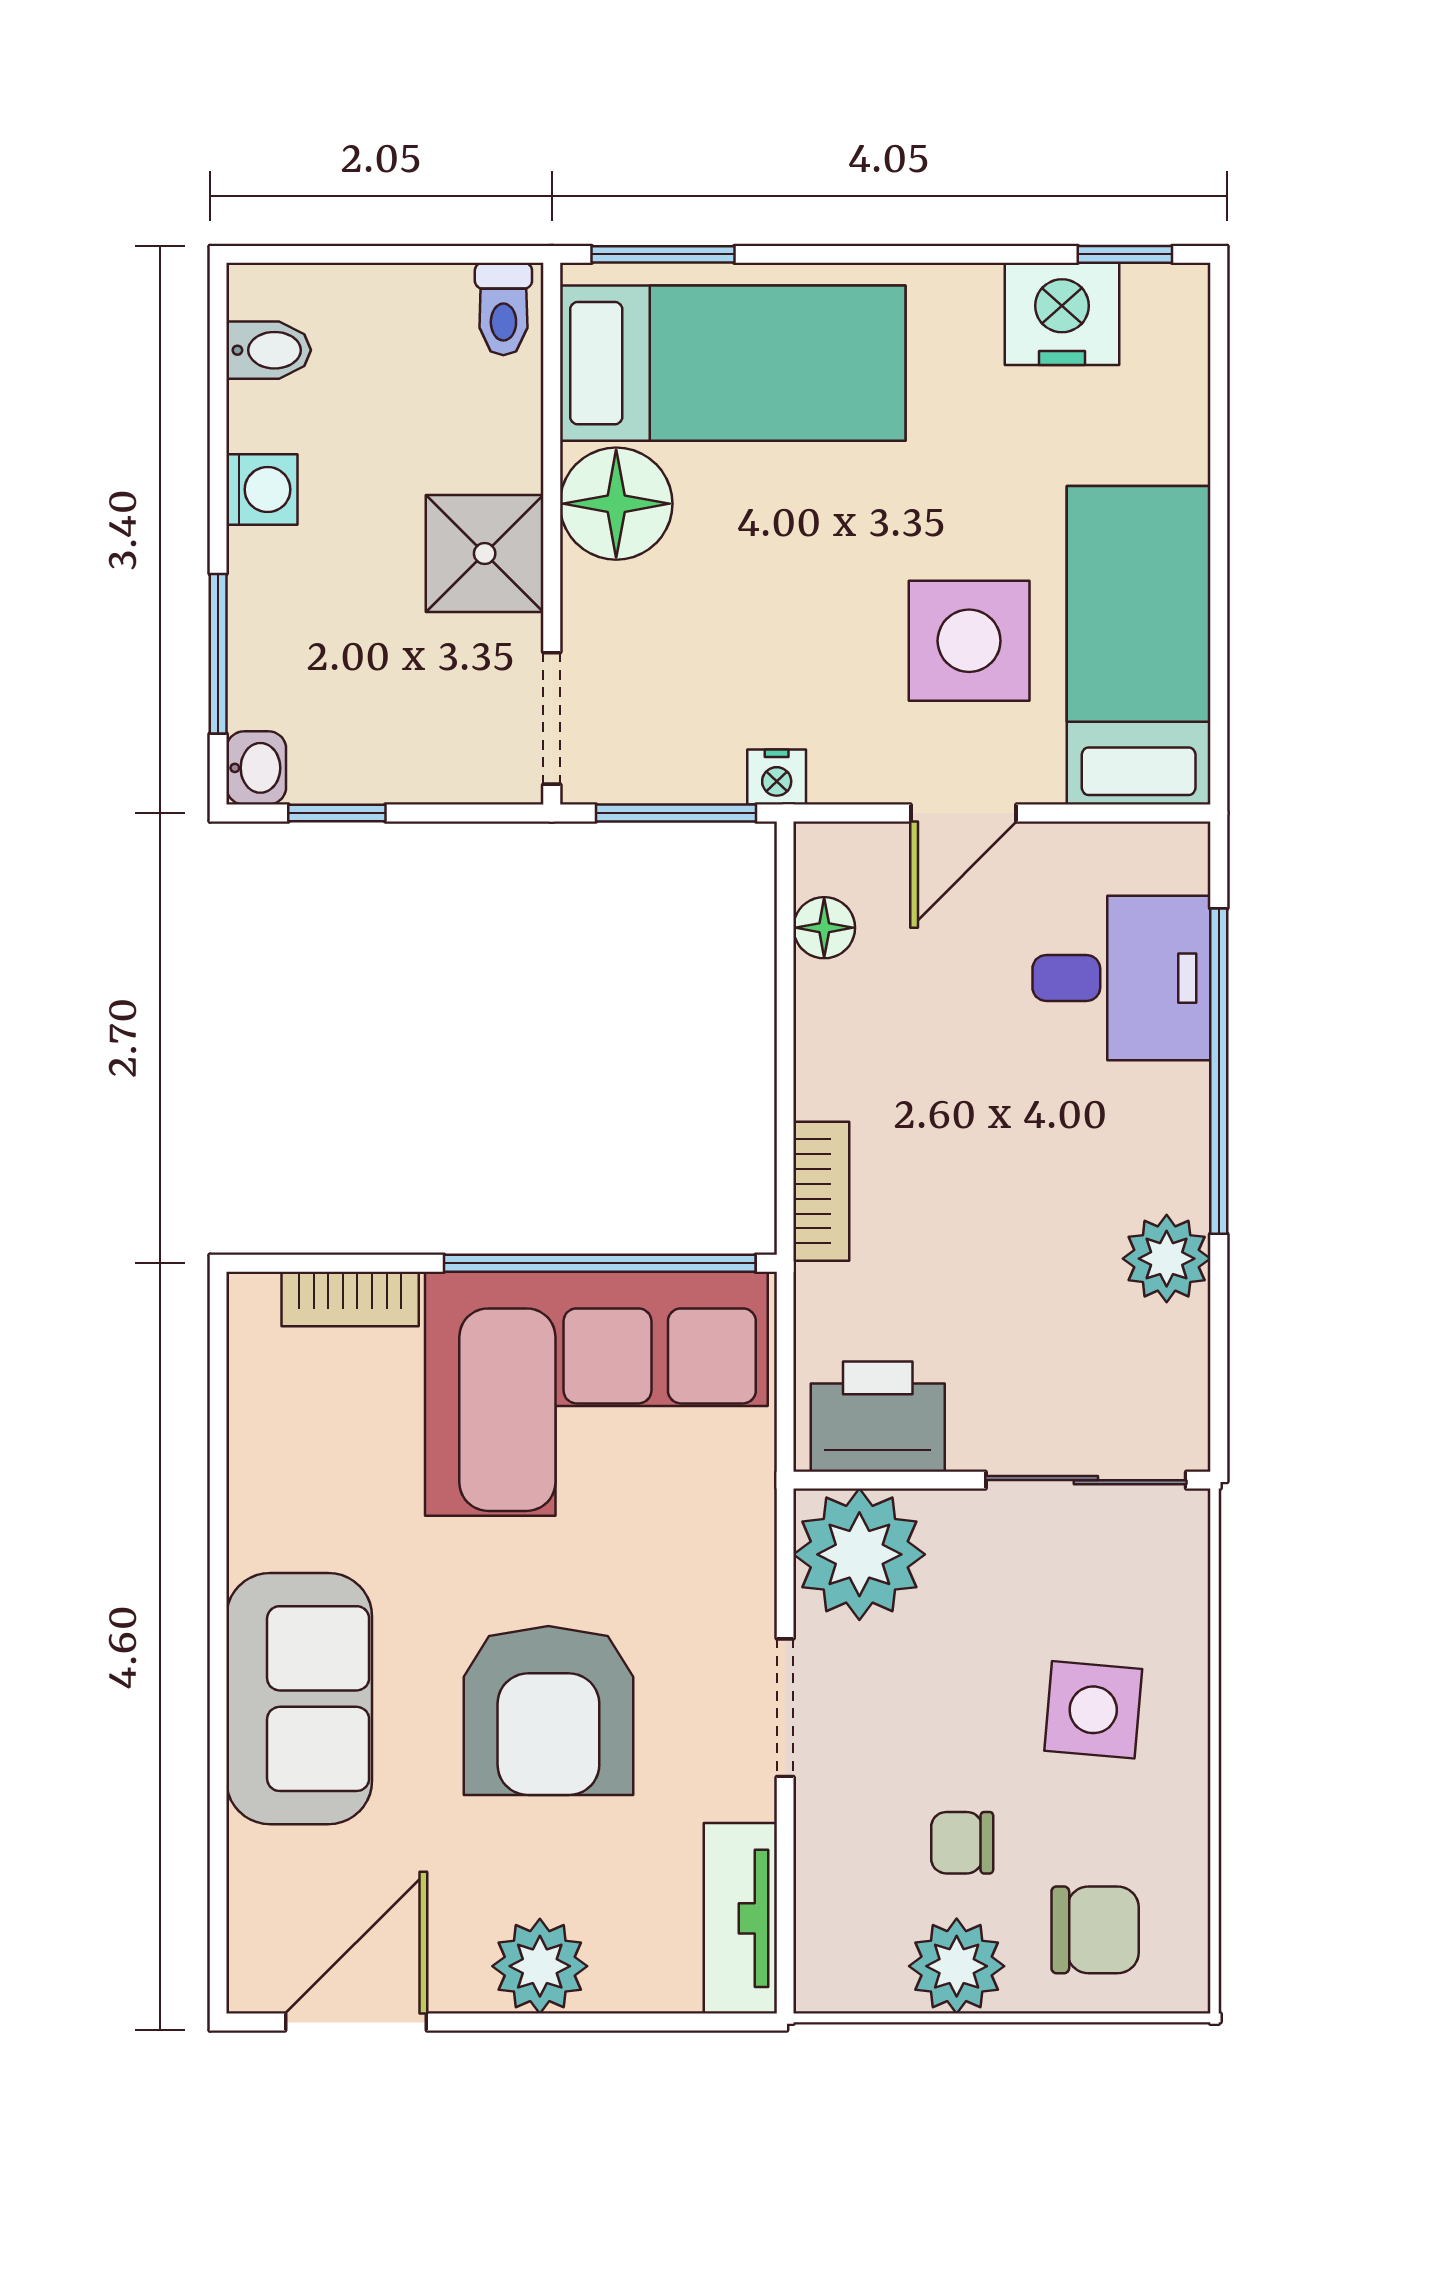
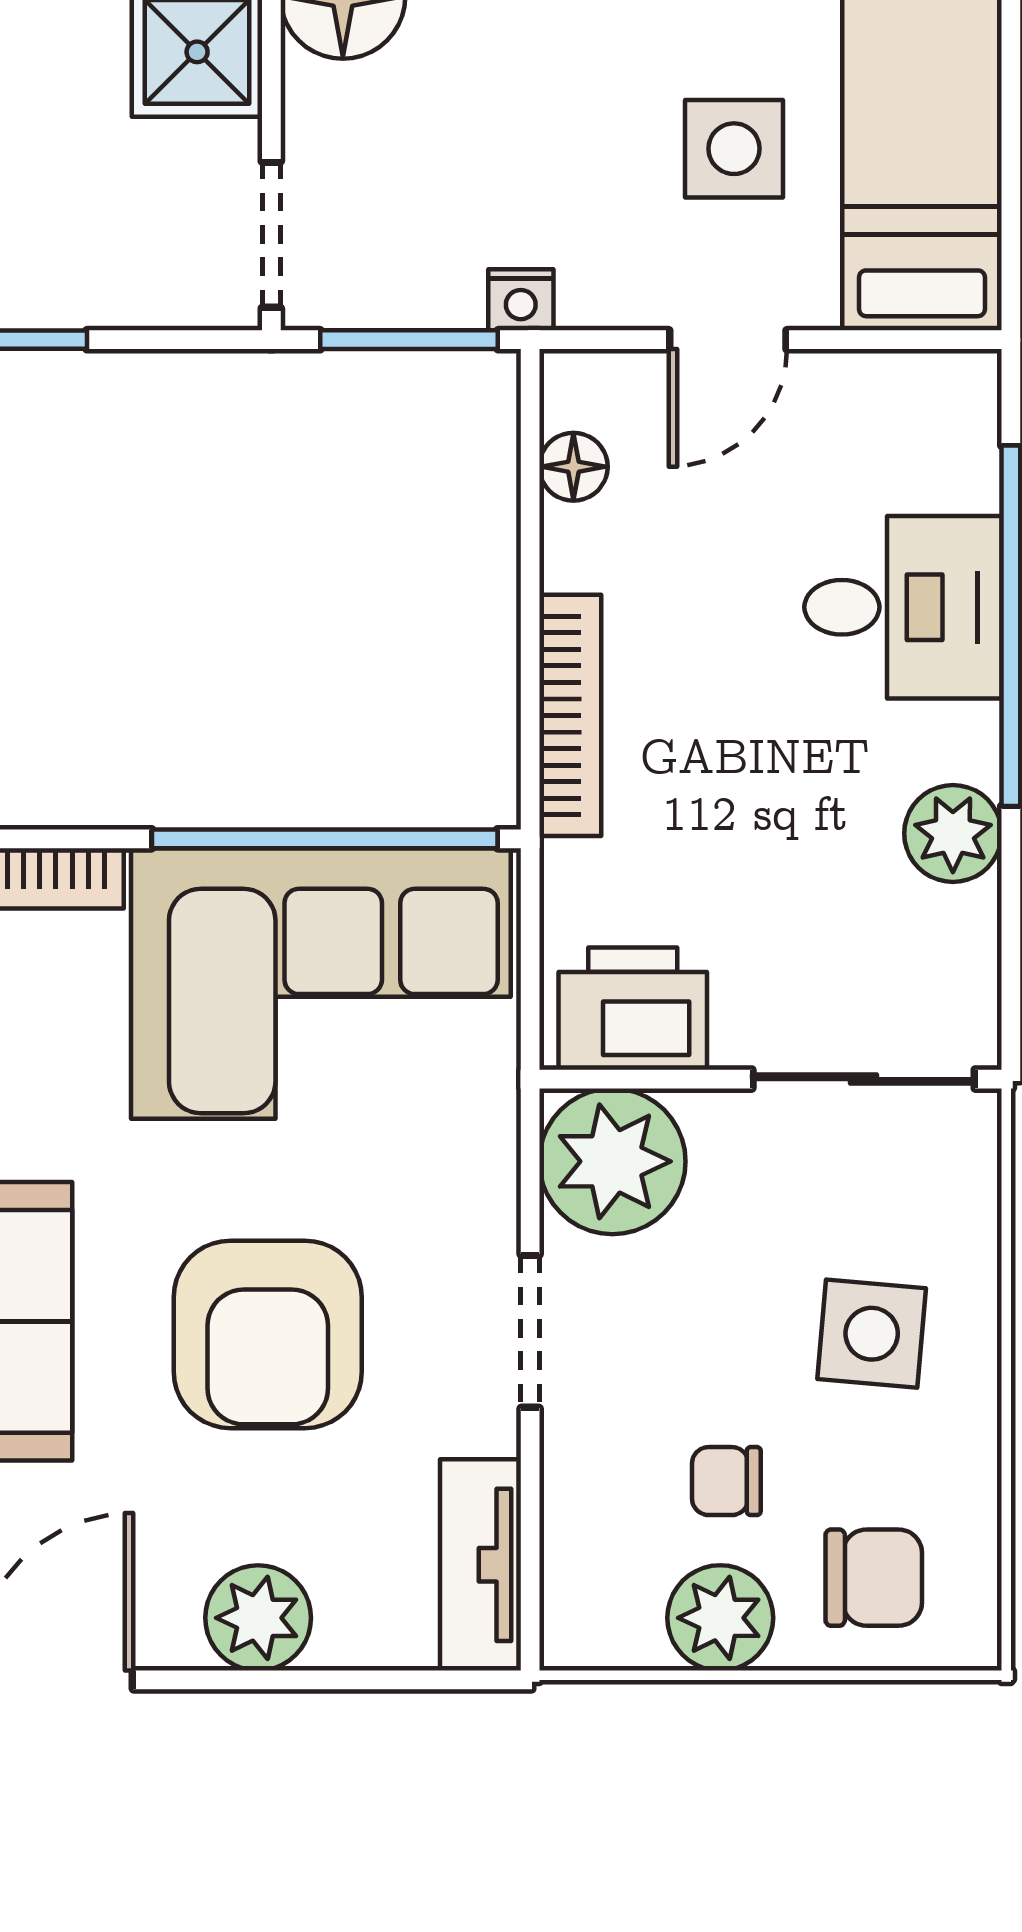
side table: (969, 641) -> (734, 149), width x0.73, depth x0.73
desk: (1121, 978) -> (903, 607), moved
bookcase: (821, 1191) -> (570, 715), width x1.56

